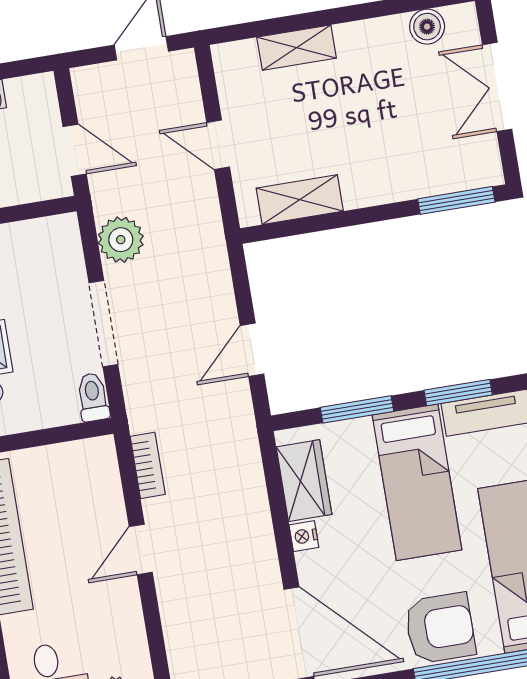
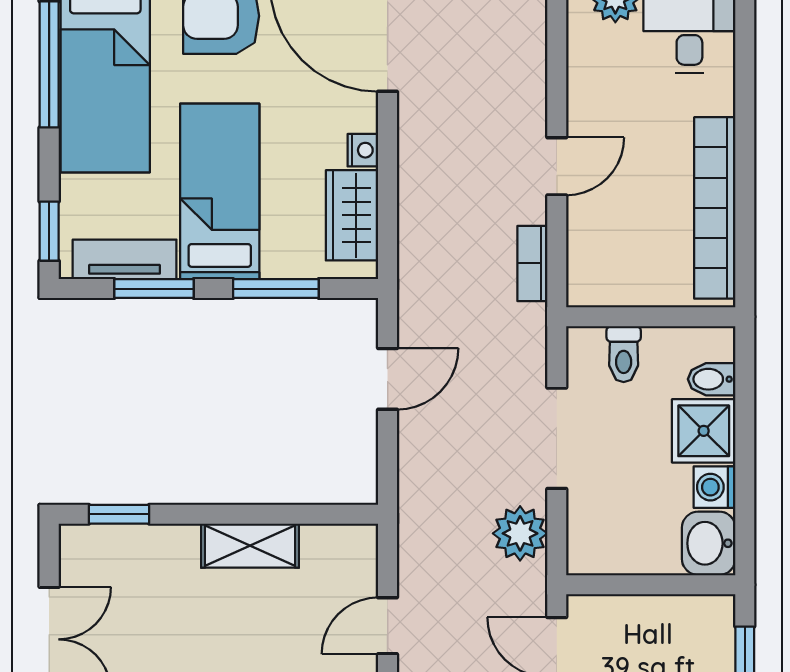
door: (218, 145) -> (388, 626), swing flipped
shelving: (300, 200) -> (250, 546), moved
window: (456, 200) -> (119, 514), width x0.67
toilet: (93, 397) -> (624, 354), moved

